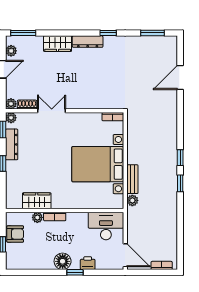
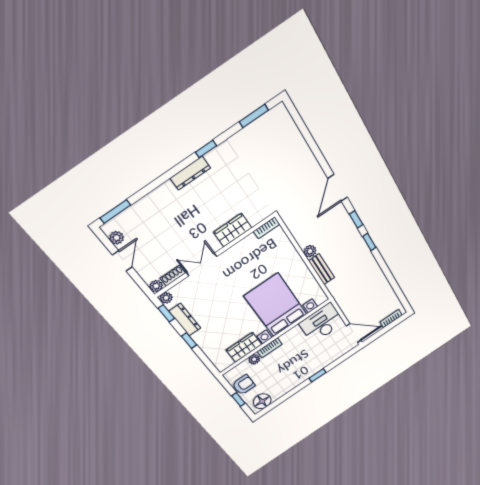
wardrobe: (58, 44) -> (233, 230), moved, turned 180
door: (180, 78) -> (338, 188), moved
bed with nightstands: (98, 164) -> (276, 305), moved, turned 90
plant: (132, 200) -> (310, 251), moved
floor lamp: (63, 261) -> (262, 401), moved
printer: (88, 263) -> (324, 361), removed

